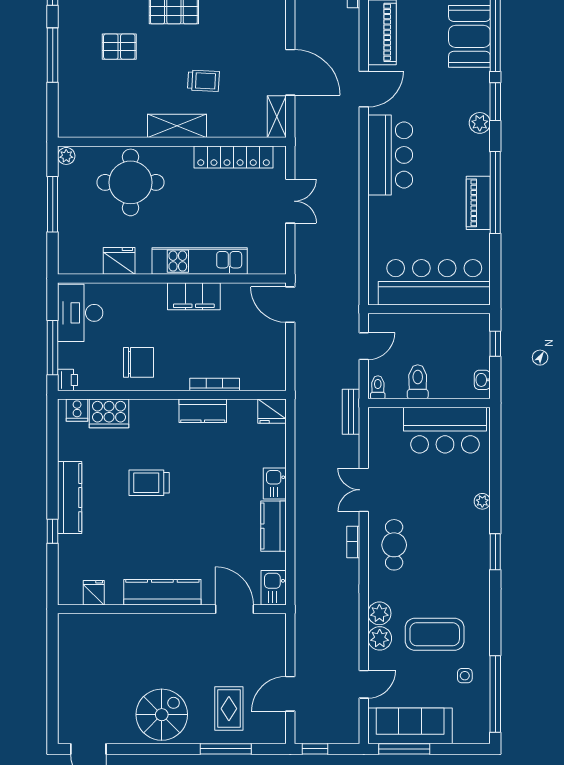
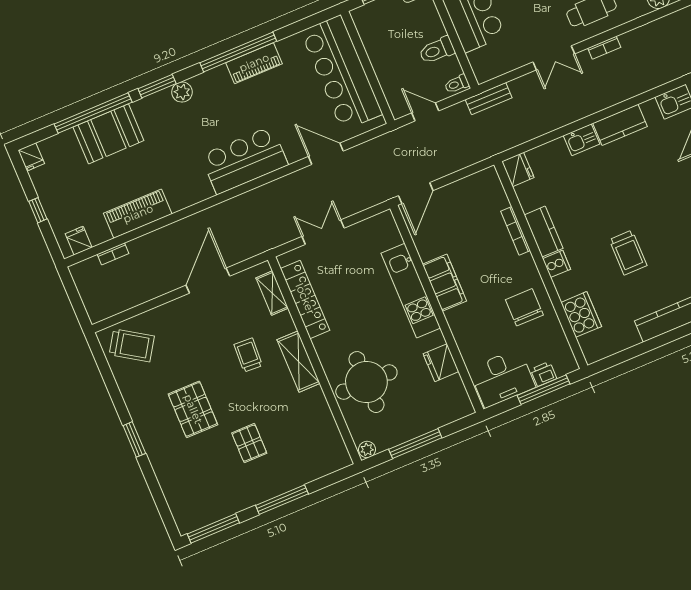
door: (364, 89) -> (326, 154), moved
shelving: (277, 117) -> (272, 293), moved, turned 90
printer: (67, 380) -> (544, 374), moved
cooker: (77, 410) -> (557, 264), moved

